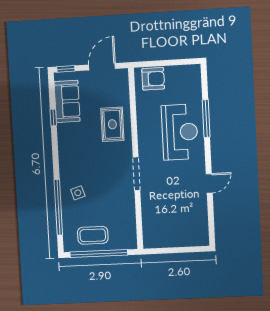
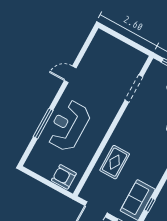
window: (53, 117) -> (150, 205), moved
doorway: (137, 174) -> (134, 89), moved

